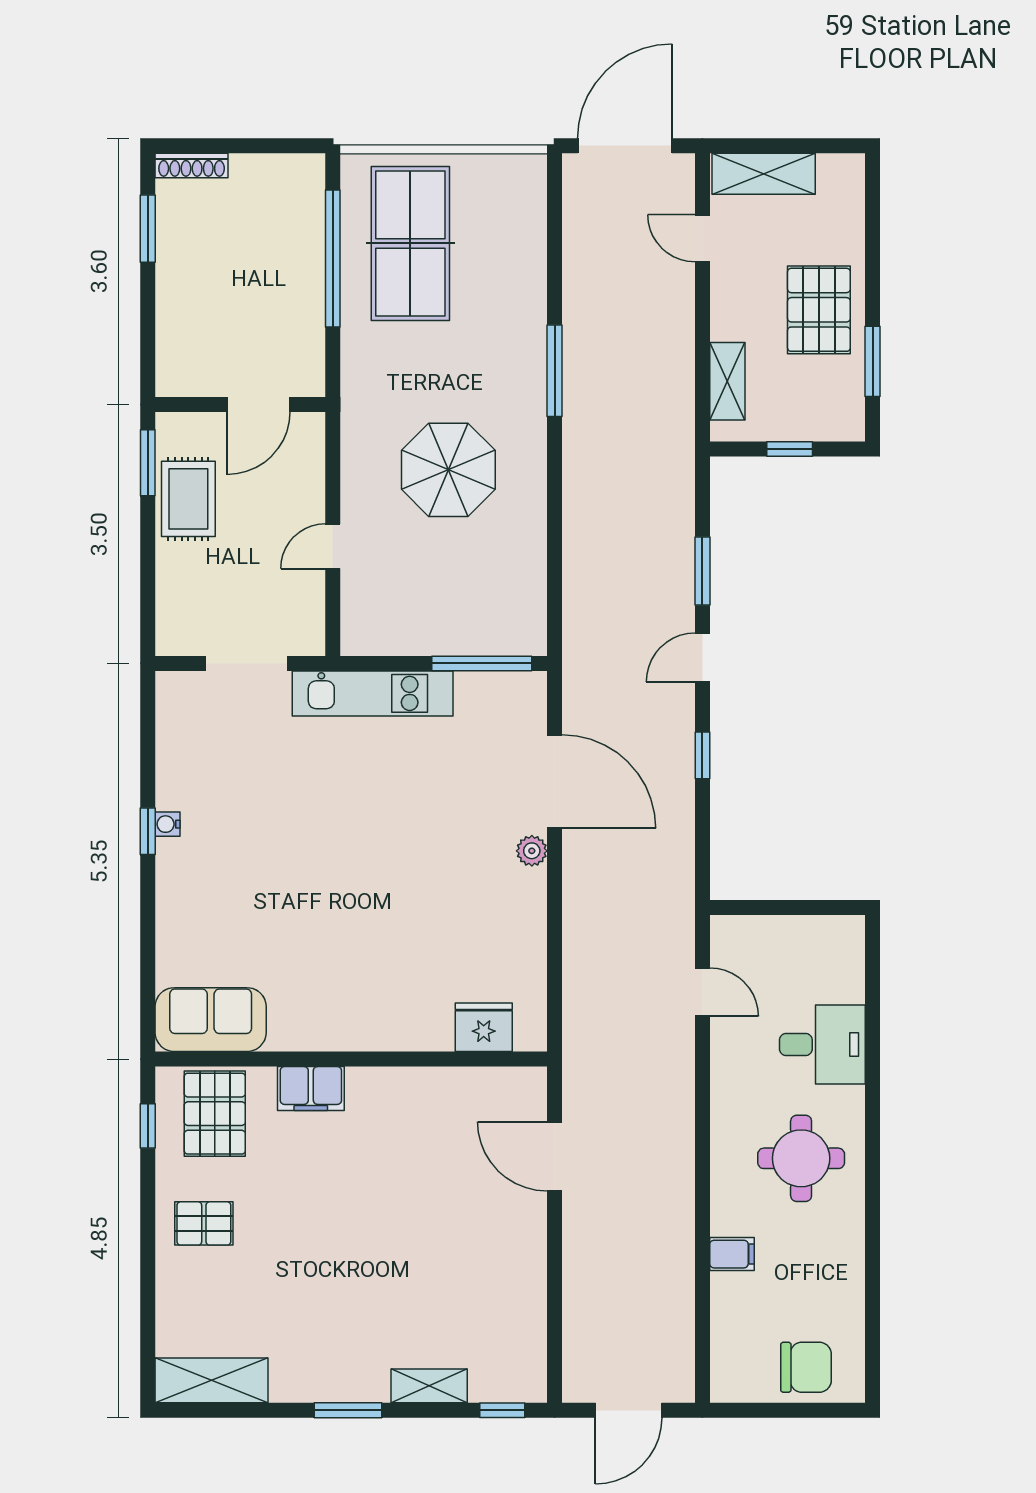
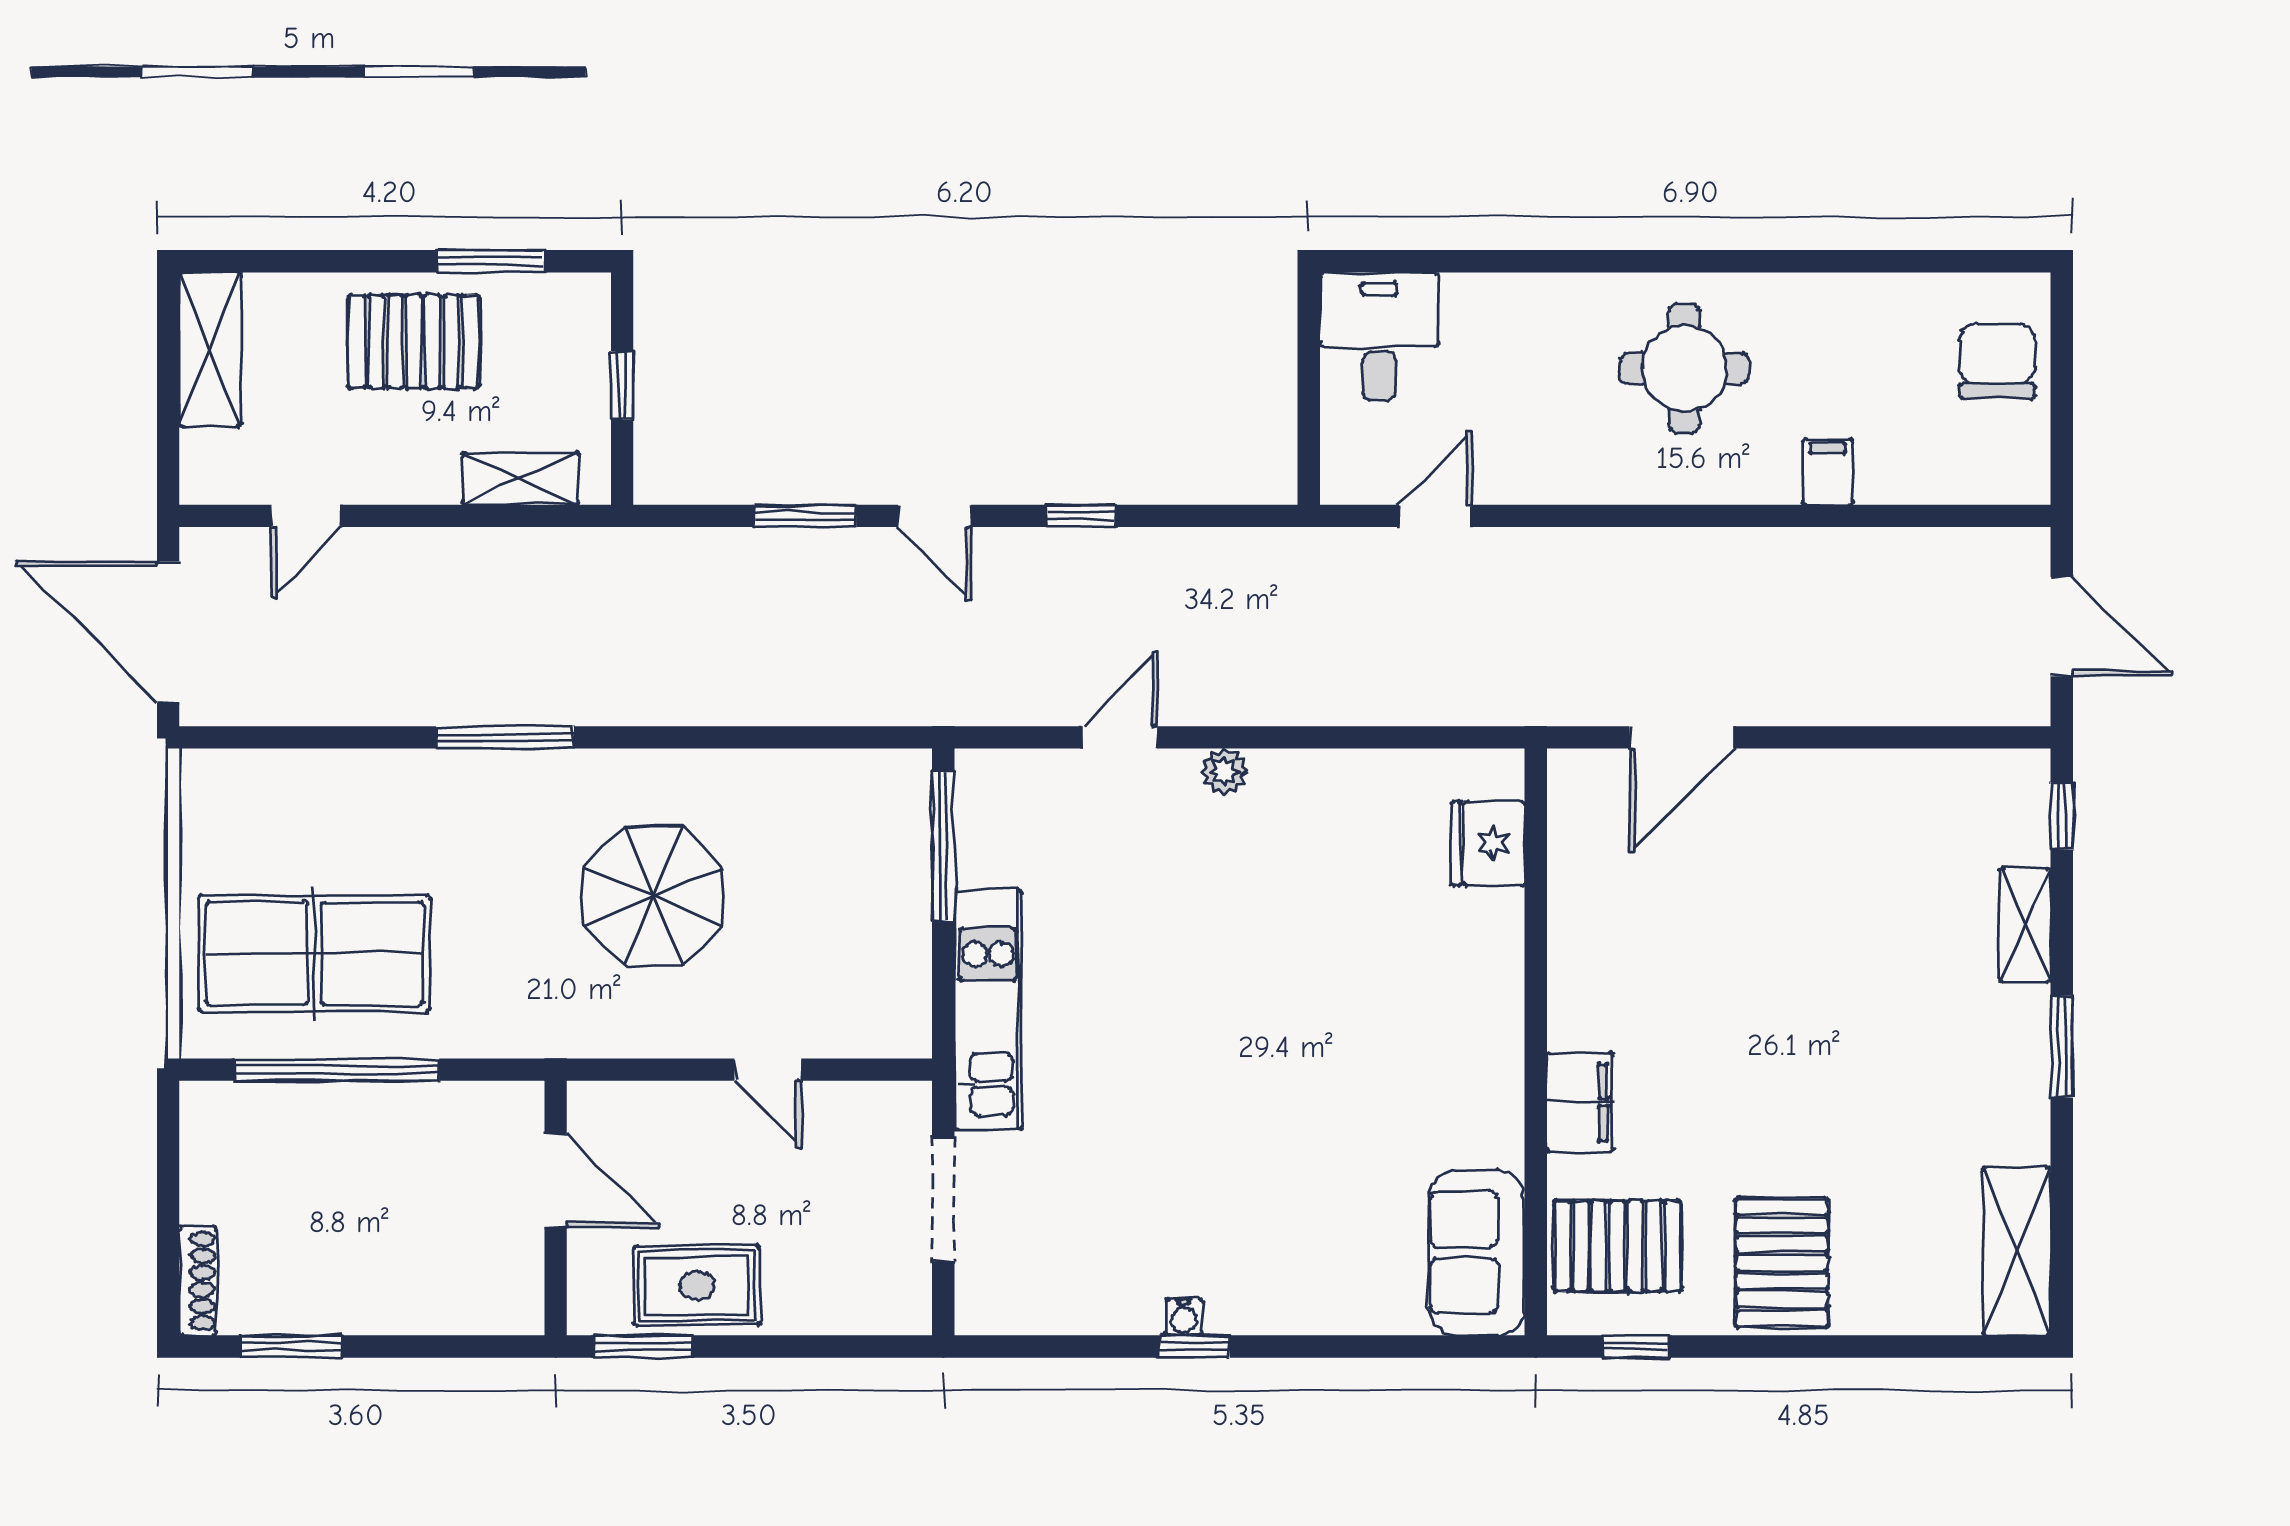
shelving: (764, 174) -> (210, 350), moved
door: (555, 781) -> (1120, 737), width x0.53
desk: (822, 1045) -> (1379, 336), moved
pallet: (204, 1223) -> (1782, 1262), width x1.50, depth x1.42

